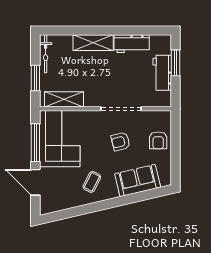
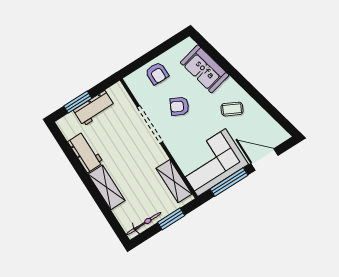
armchair: (158, 140) -> (157, 73), turned 90
armchair: (121, 142) -> (179, 106), turned 130
door: (35, 182) -> (265, 159), swing flipped

